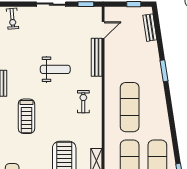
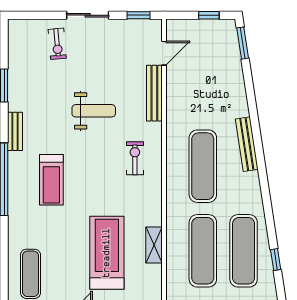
exercise bike: (12, 19) -> (57, 44), moved
bench: (150, 28) -> (247, 144), moved, width x1.36
window: (164, 71) -> (243, 43), moved

